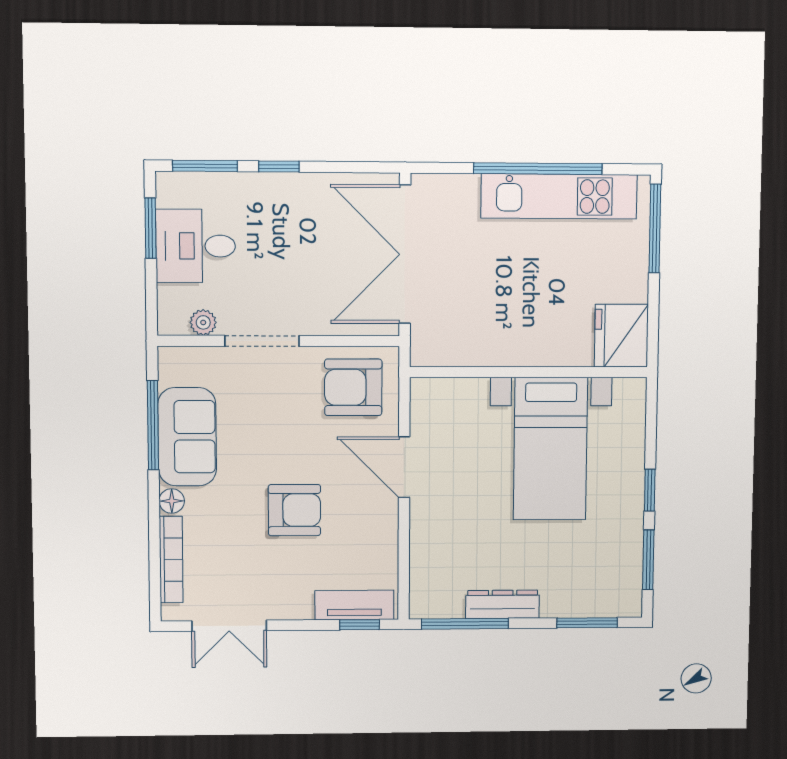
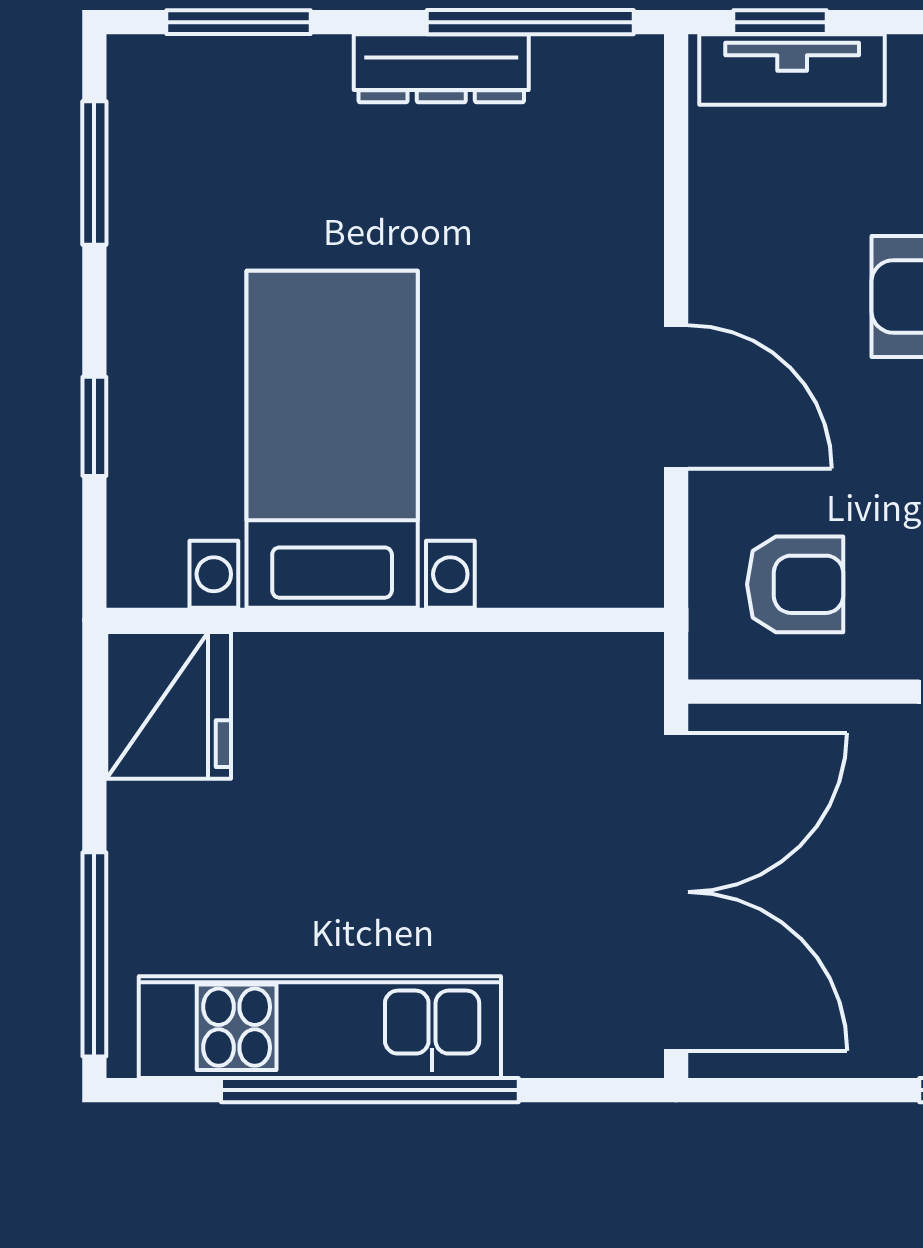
armchair: (353, 387) -> (795, 584), width x0.72, depth x0.72
window: (650, 490) -> (94, 426), moved

